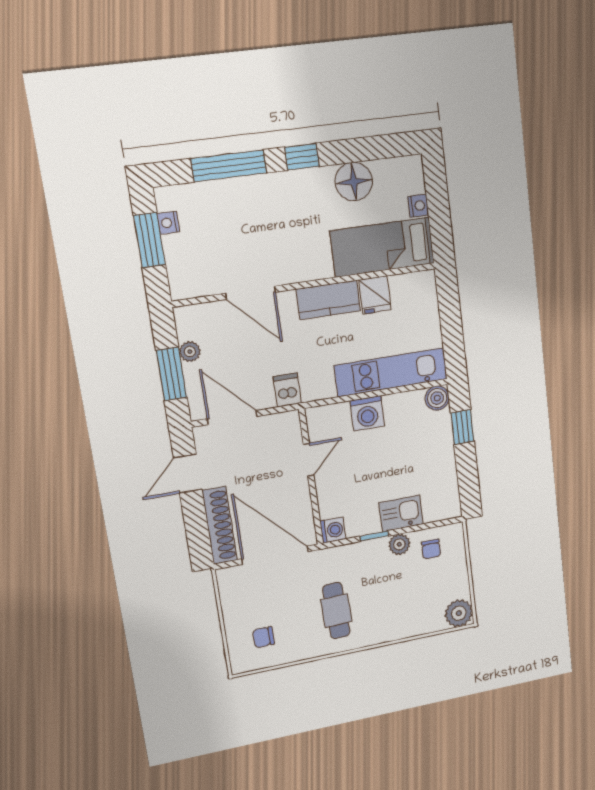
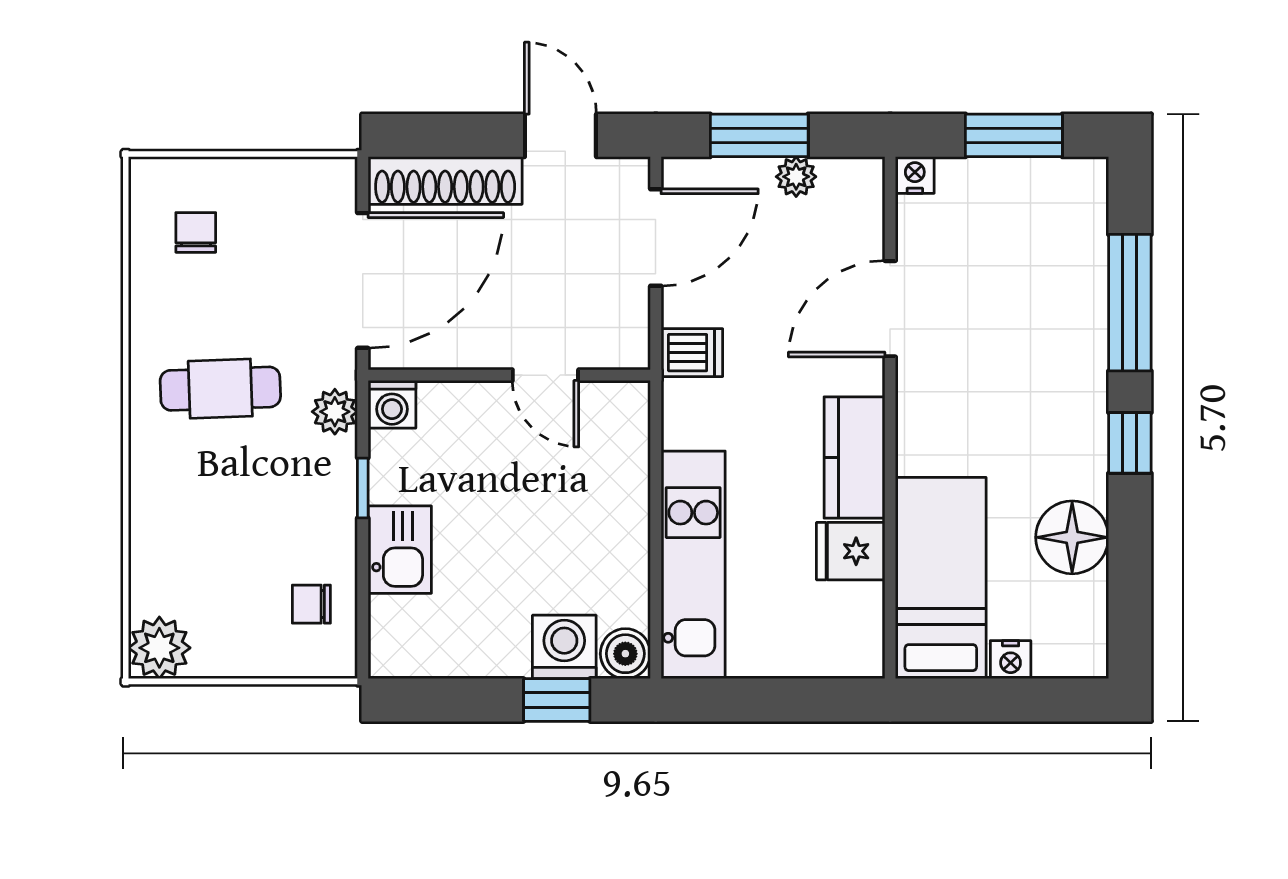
nightstand: (168, 223) -> (915, 175), moved
washing machine: (367, 413) -> (564, 647), moved, turned 90
plant: (399, 544) -> (335, 412), moved

